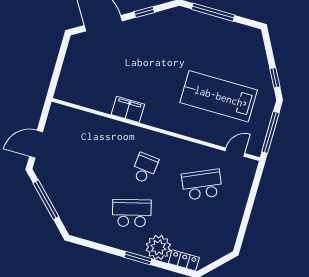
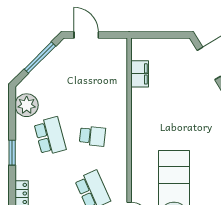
filing cabinet: (128, 109) -> (140, 74), moved
plant: (158, 247) -> (27, 105), moved

